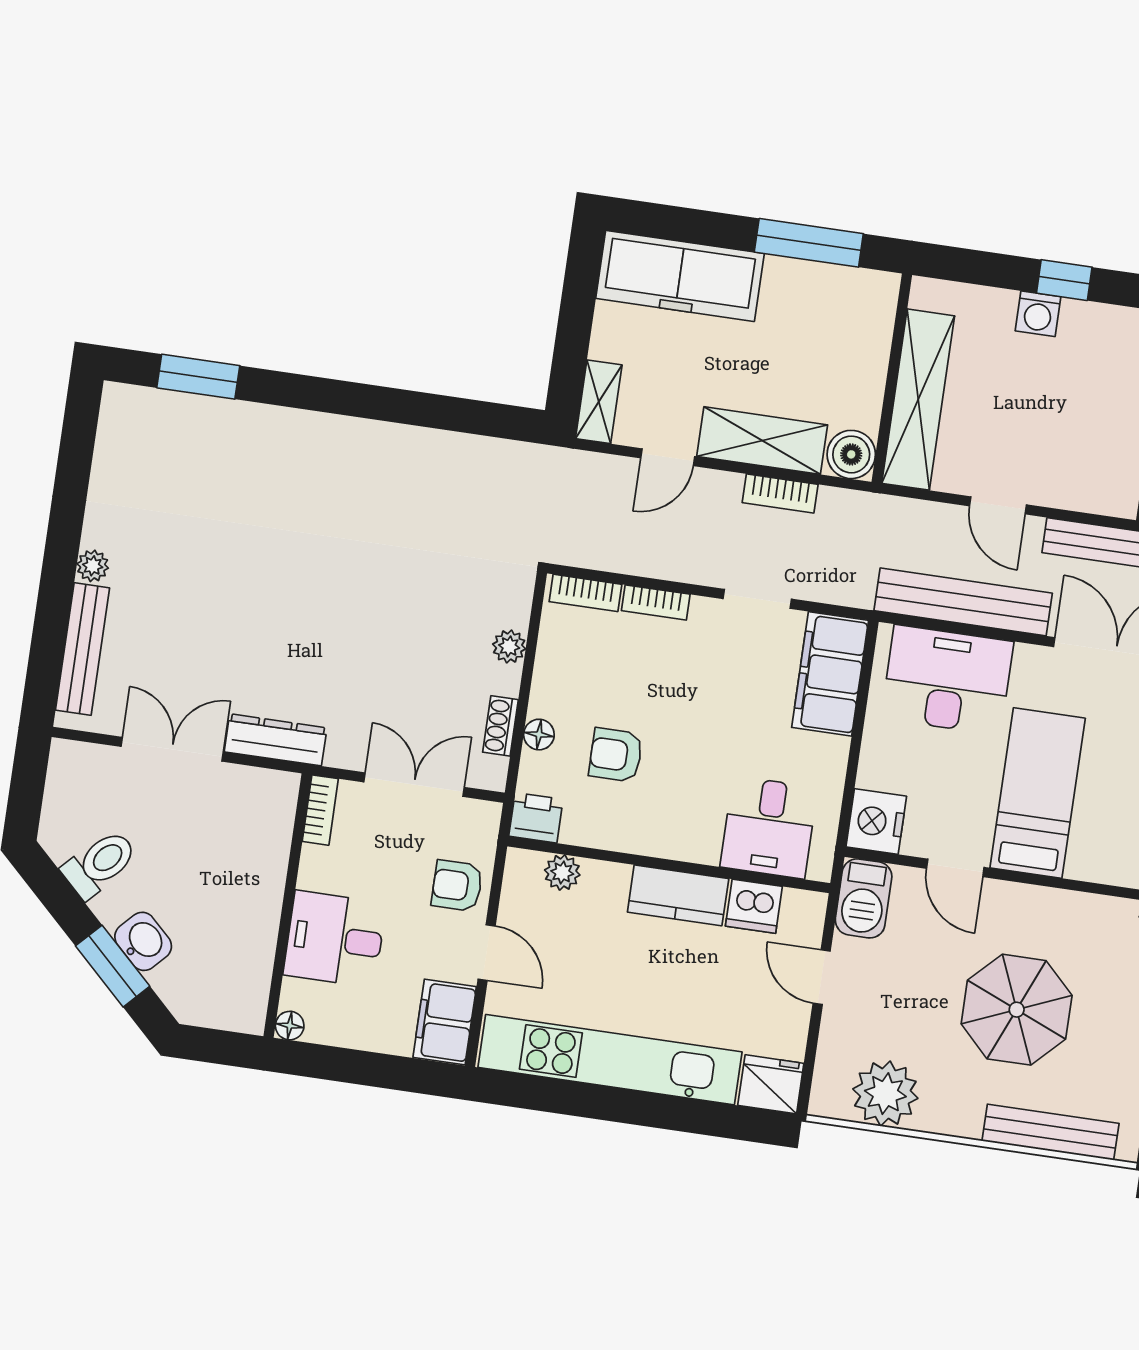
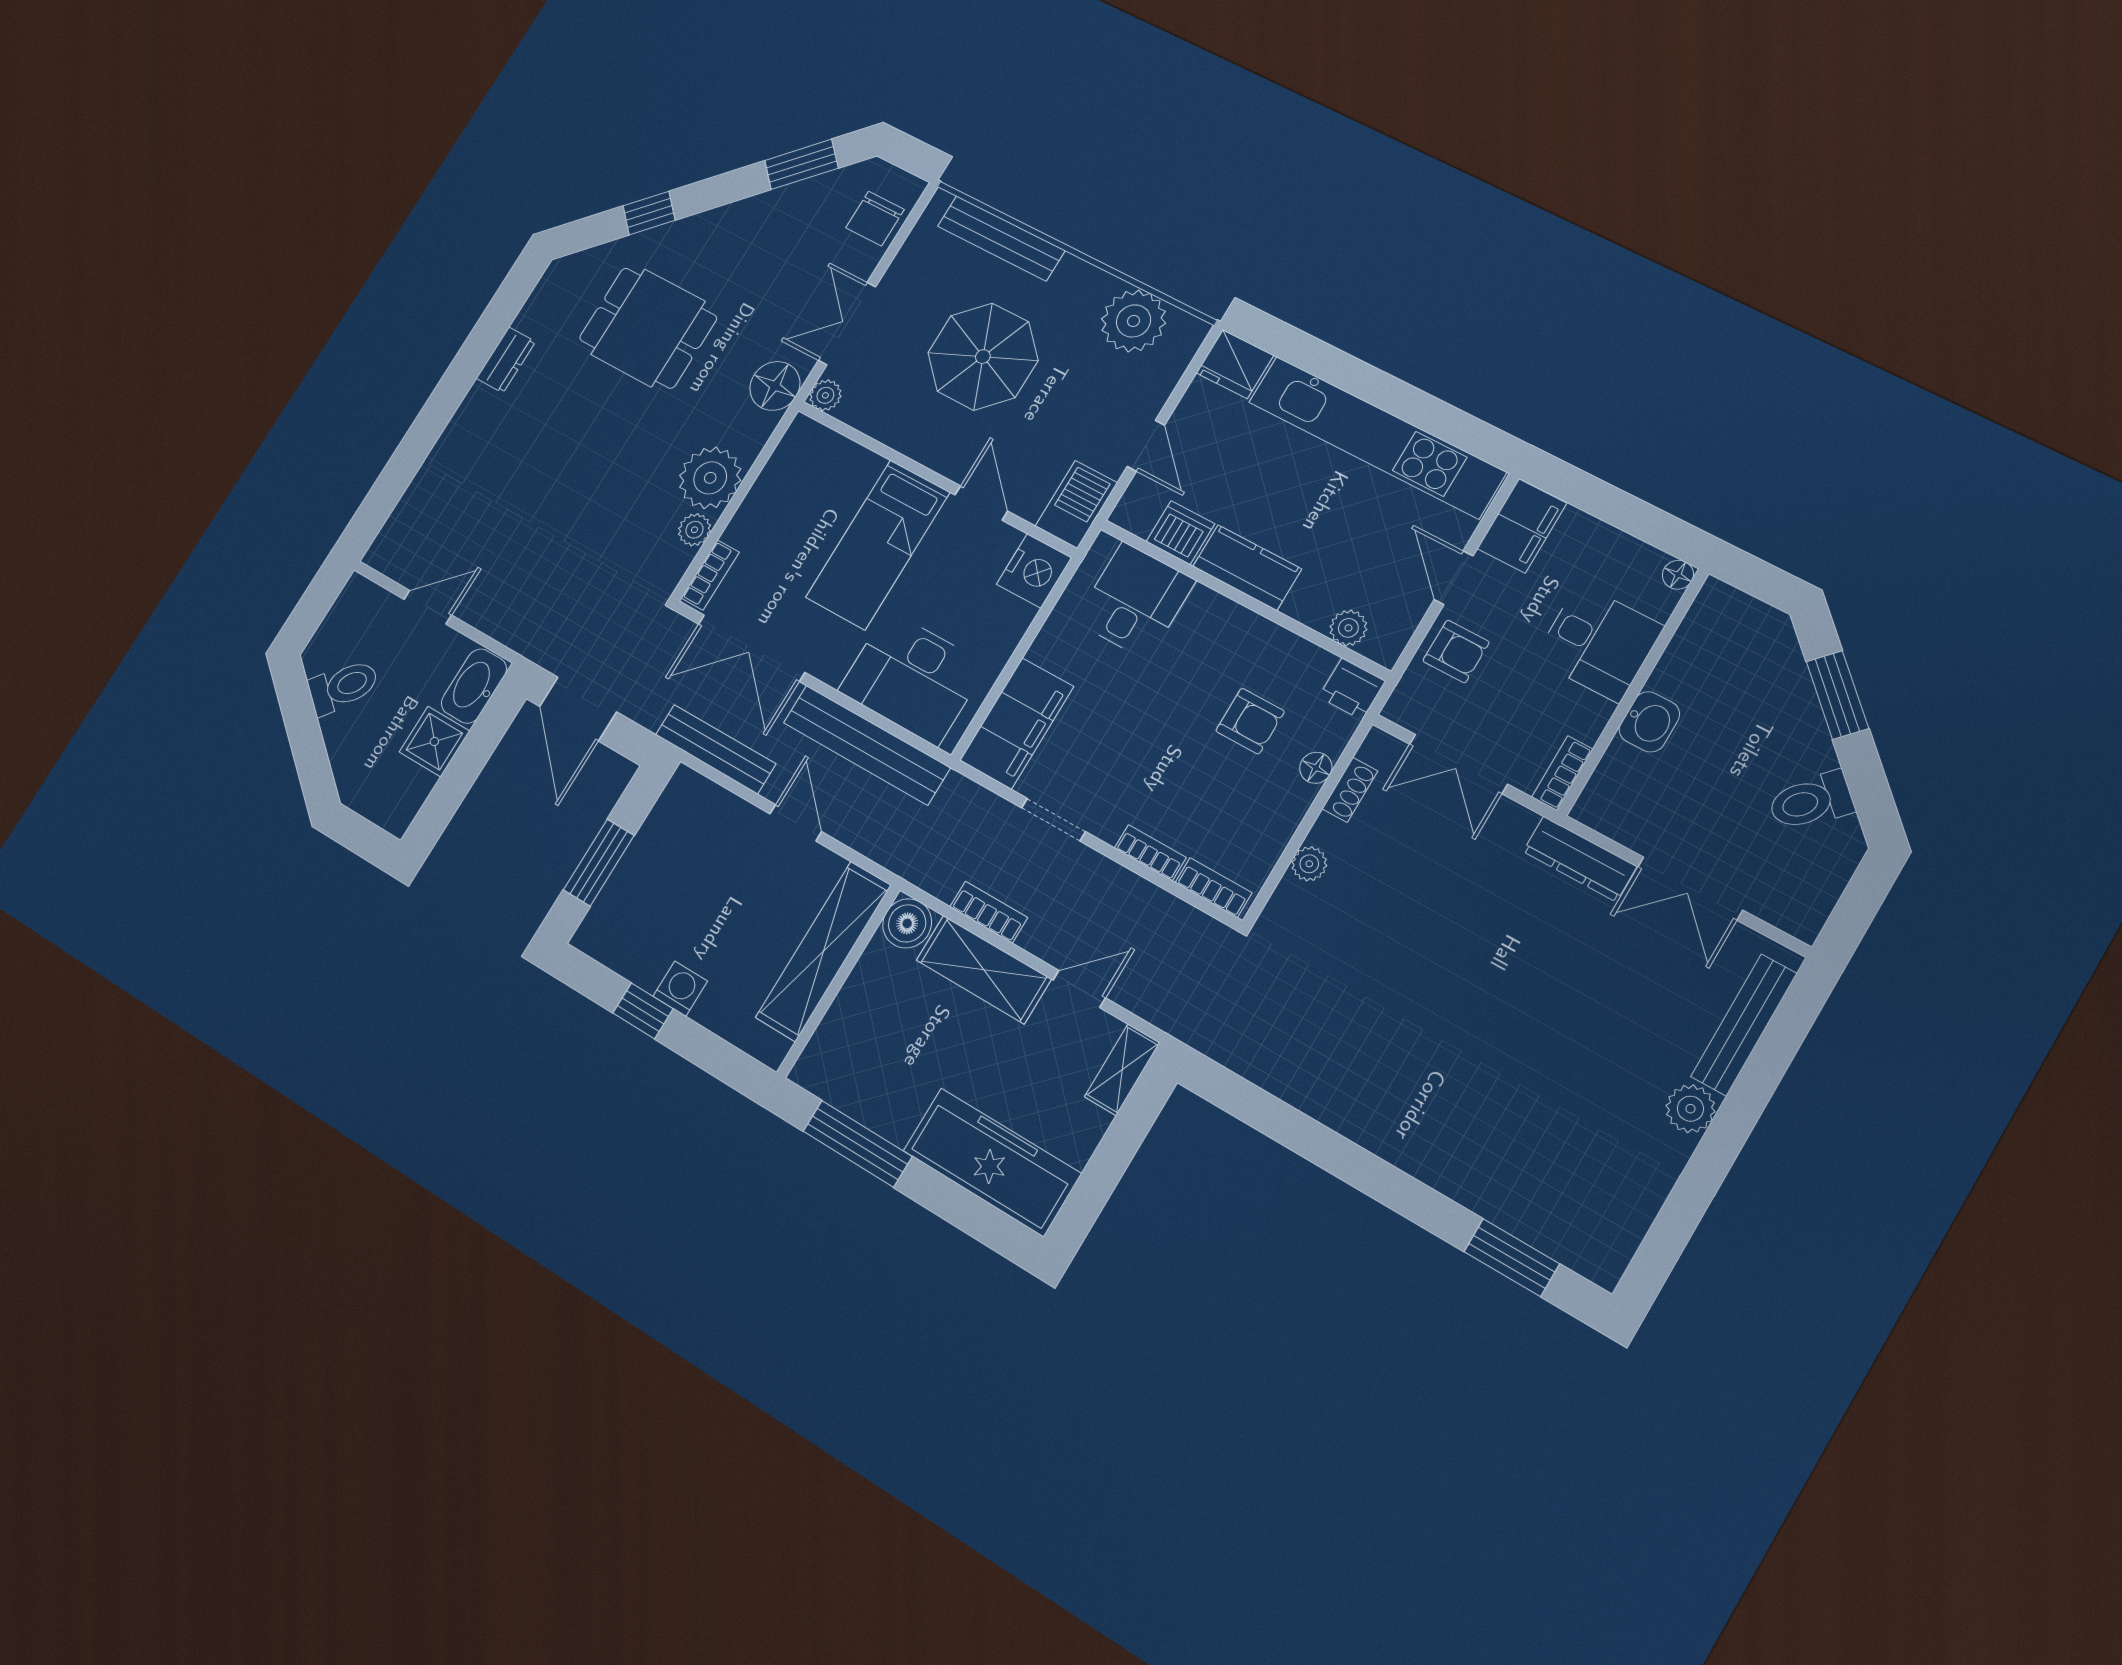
plant: (93, 566) -> (1690, 1109), width x1.38, depth x1.38
washbasin: (143, 941) -> (1649, 722), moved, turned -134

